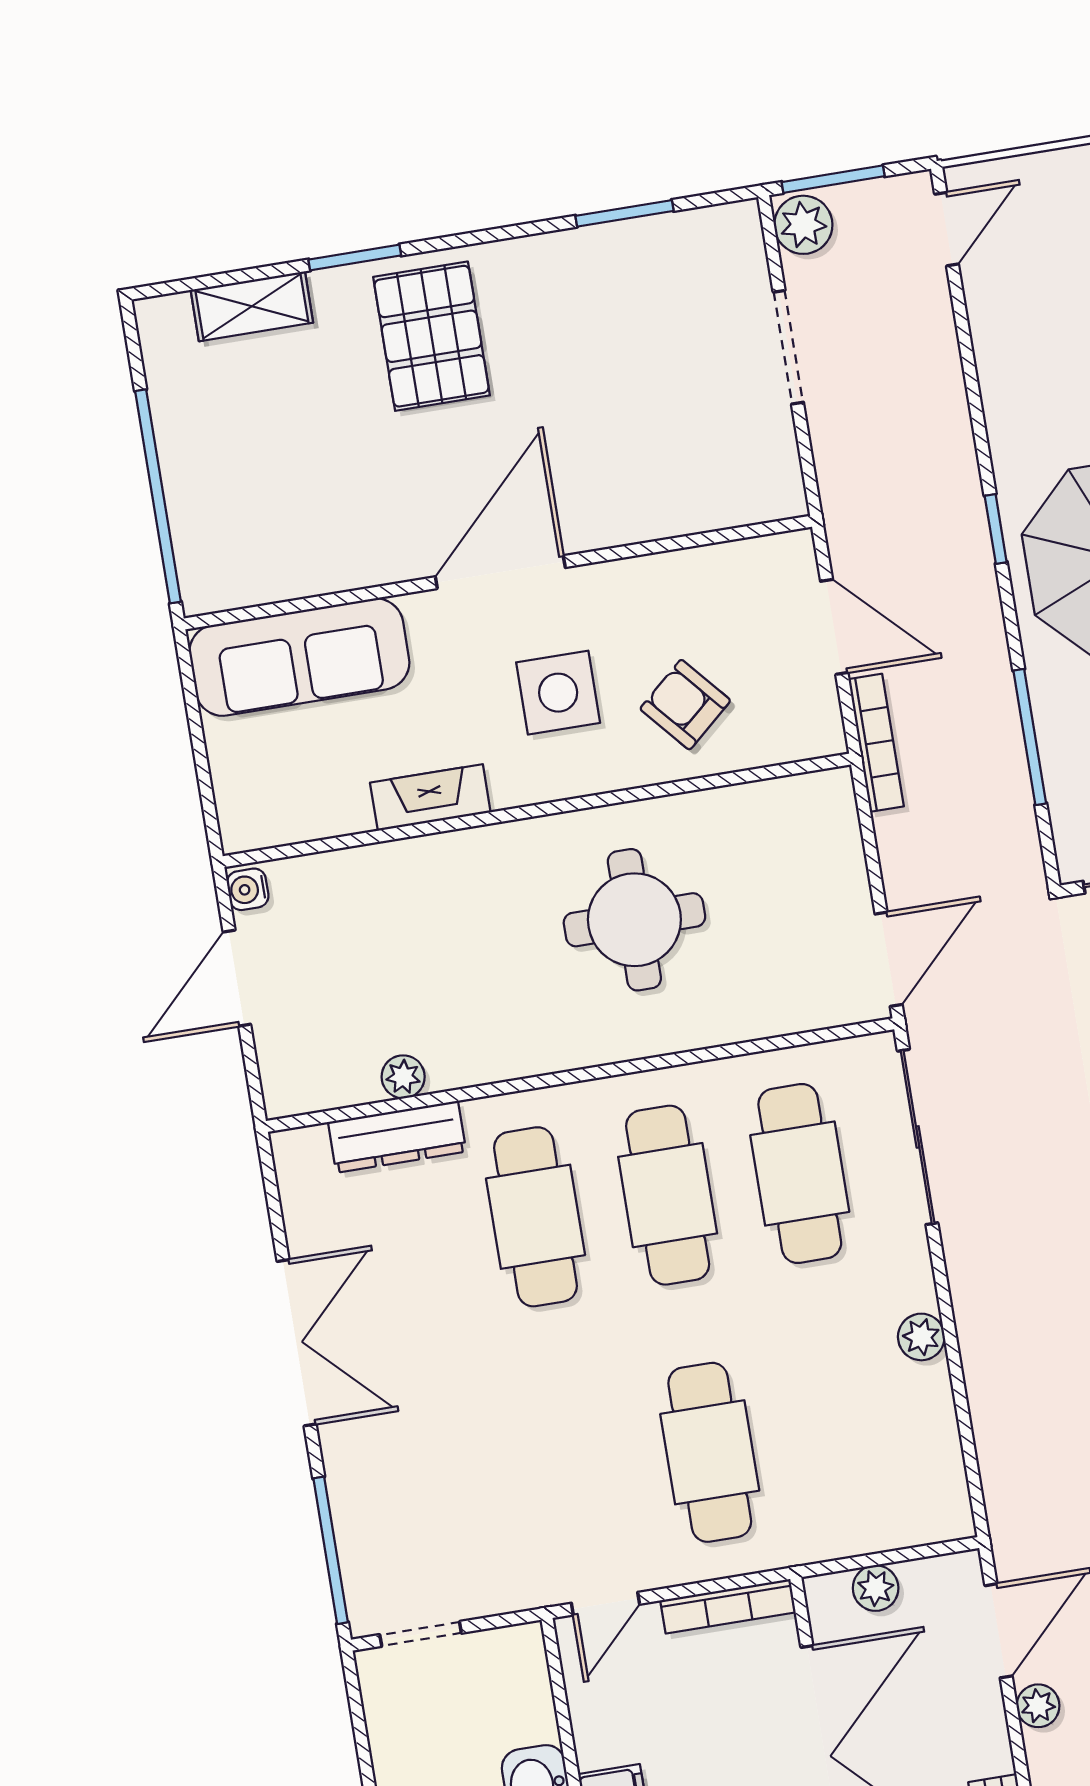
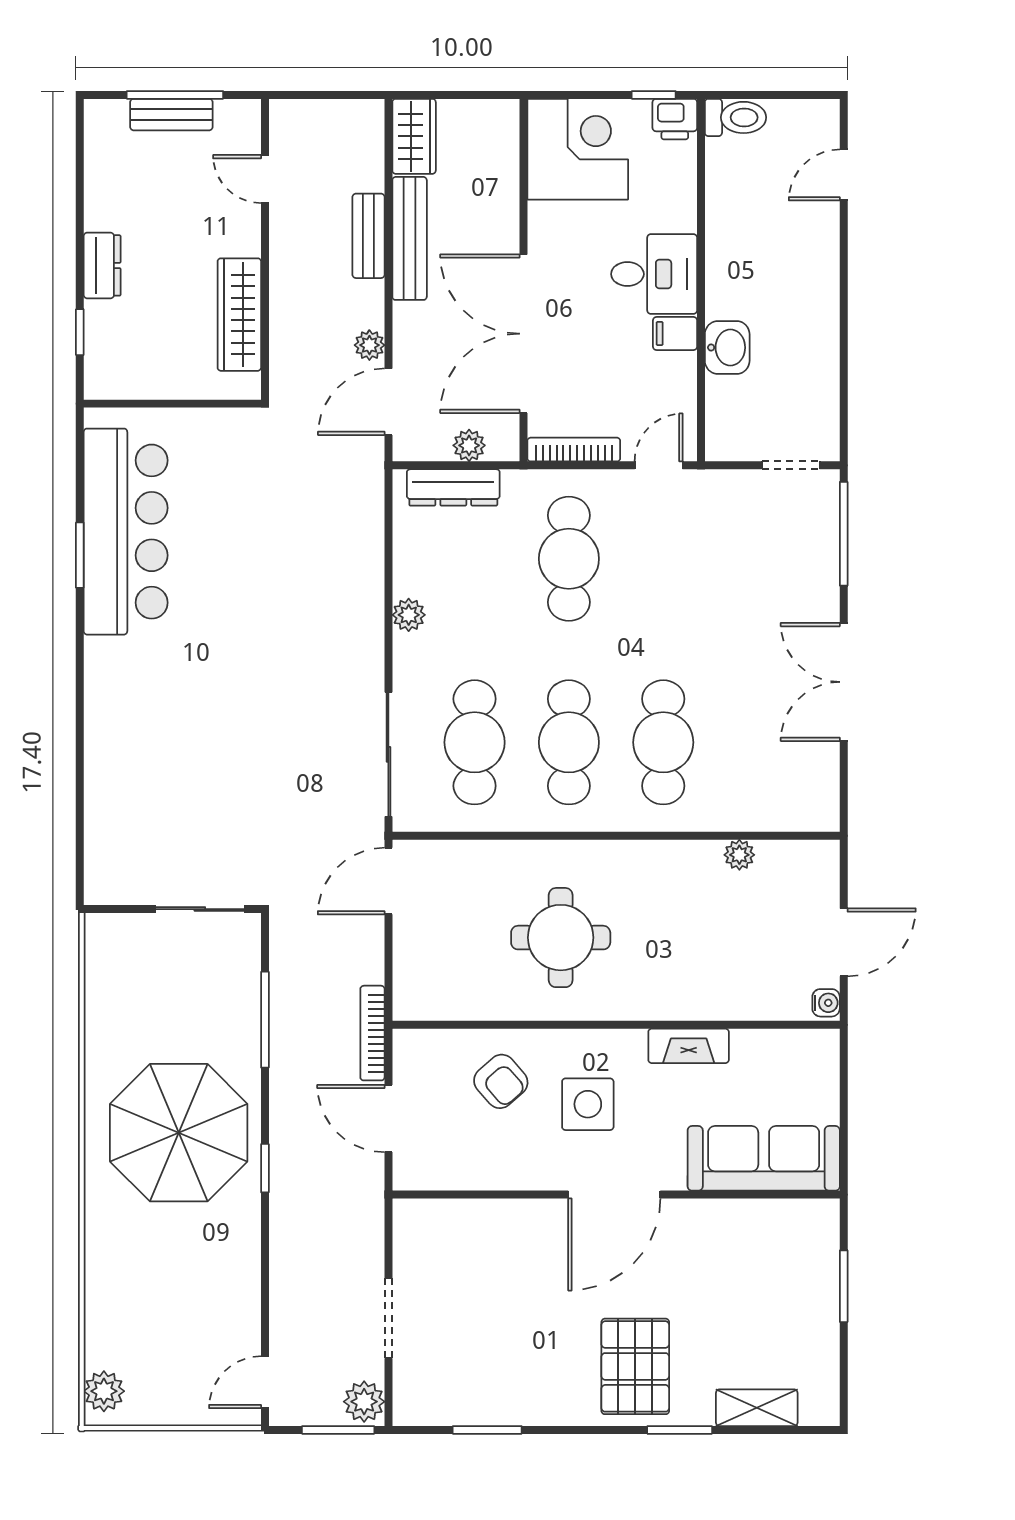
window: (158, 496) -> (844, 1286), width x0.47
dresser: (397, 1137) -> (453, 487), moved, turned 180

